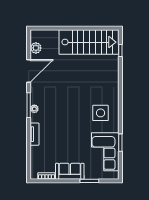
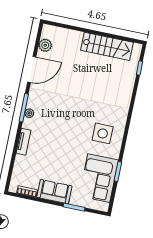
stairs: (89, 42) -> (107, 46), width x0.73, depth x0.66

